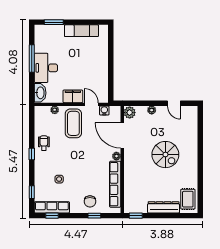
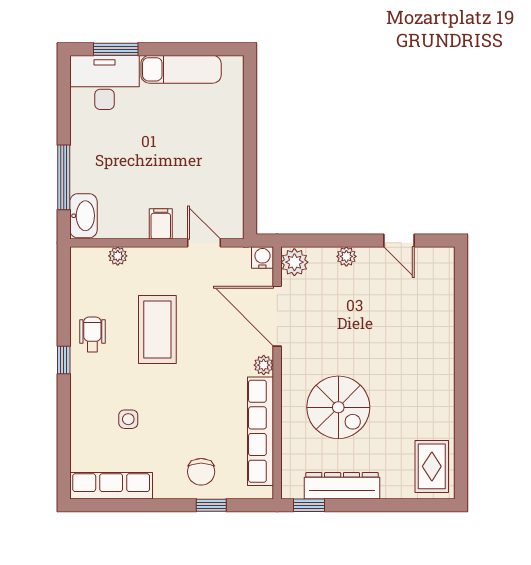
window: (32, 58) -> (64, 177), moved
desk: (46, 68) -> (104, 83), moved, turned 90
filing cabinet: (73, 96) -> (161, 224), width x0.50
water cooler: (104, 111) -> (262, 258), moved
coffee table: (73, 123) -> (157, 329), moved
spiral stairs: (165, 155) -> (338, 407), moved
window: (32, 192) -> (64, 450), removed
dresser: (164, 207) -> (342, 486), moved
window: (52, 216) -> (112, 505), removed

